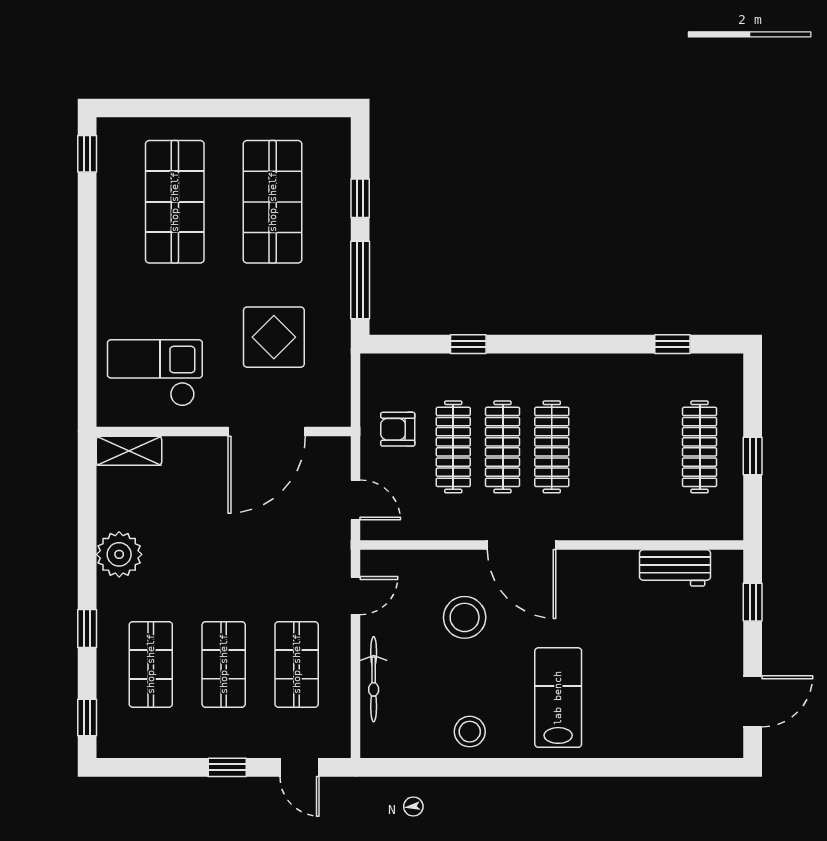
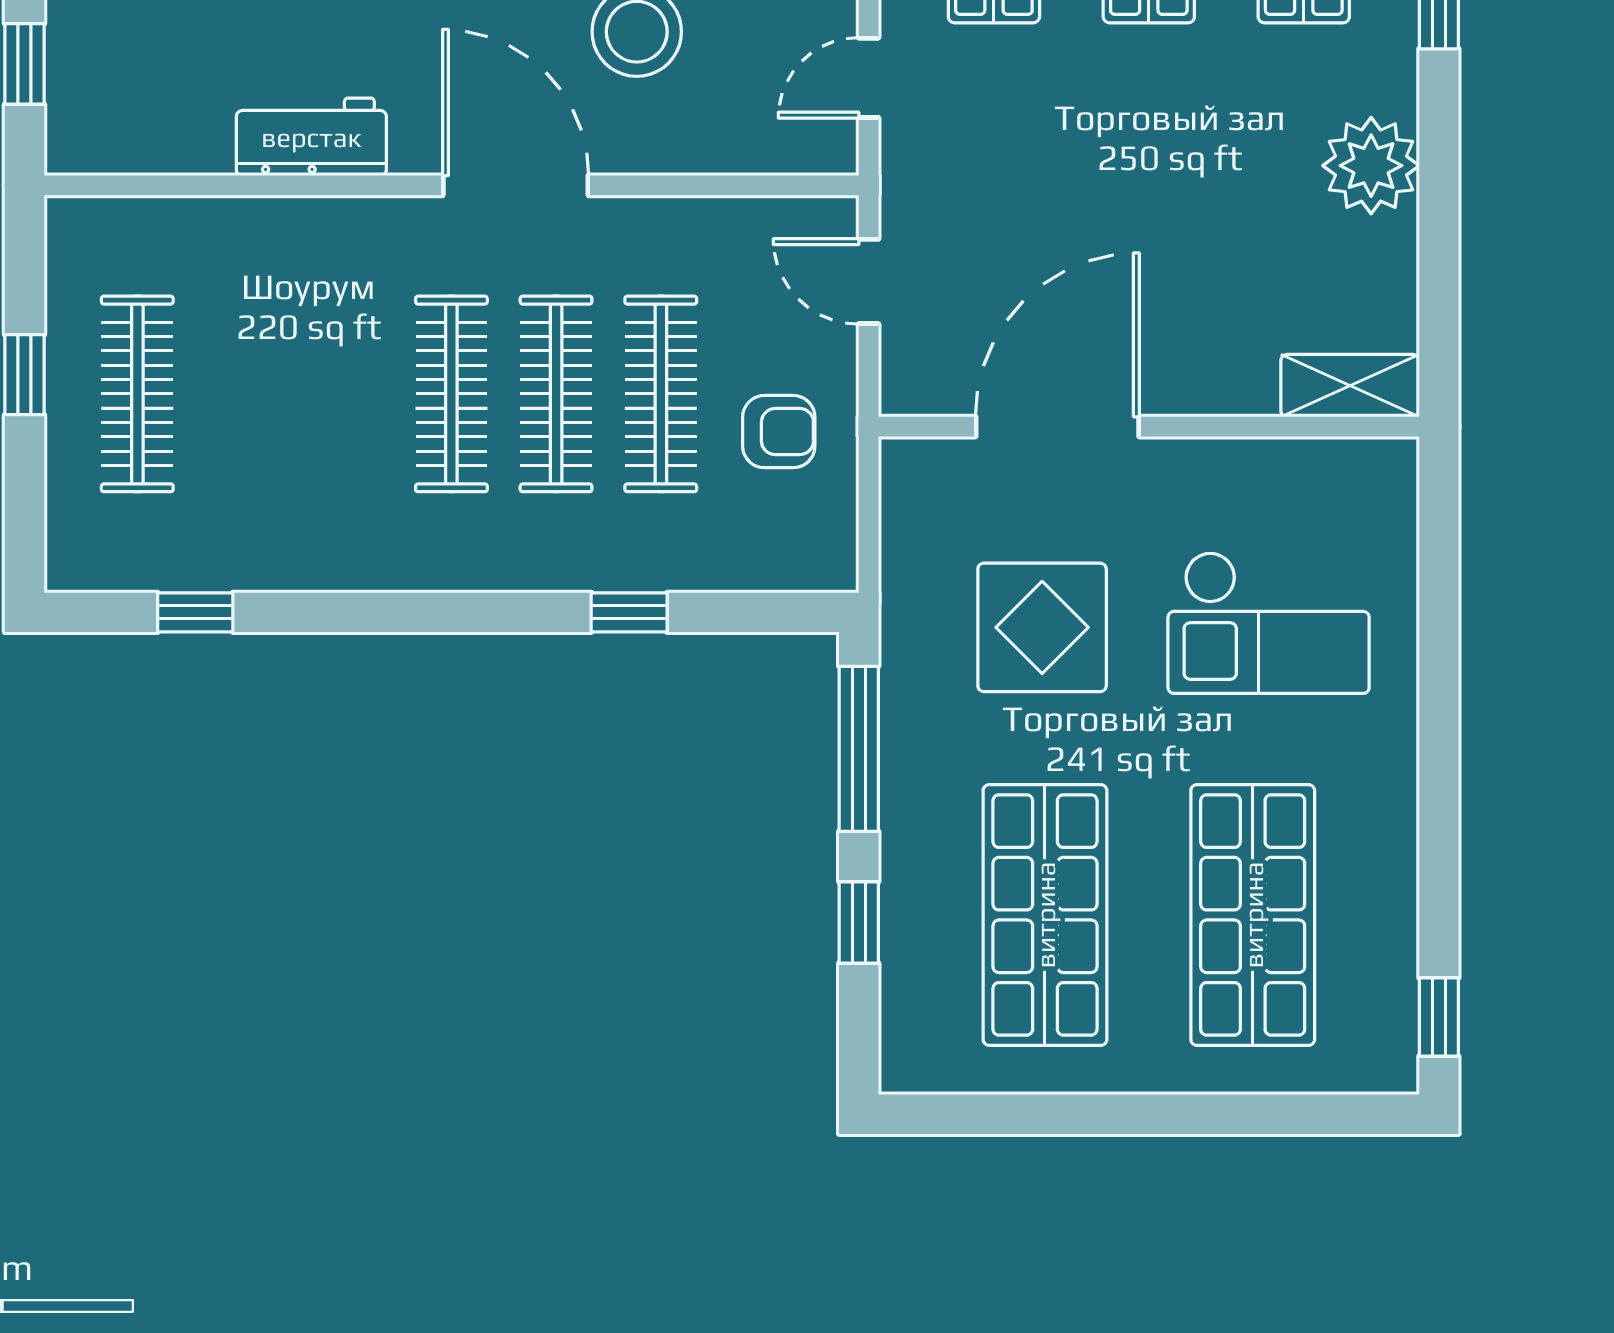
checkout: (155, 373) -> (1269, 623), moved
workbench: (675, 568) -> (311, 137), moved

